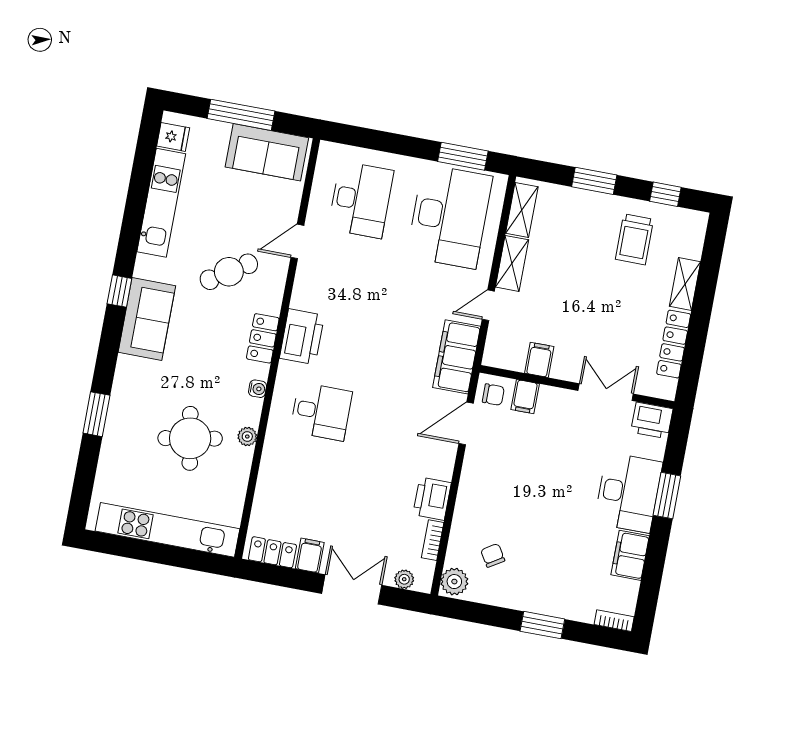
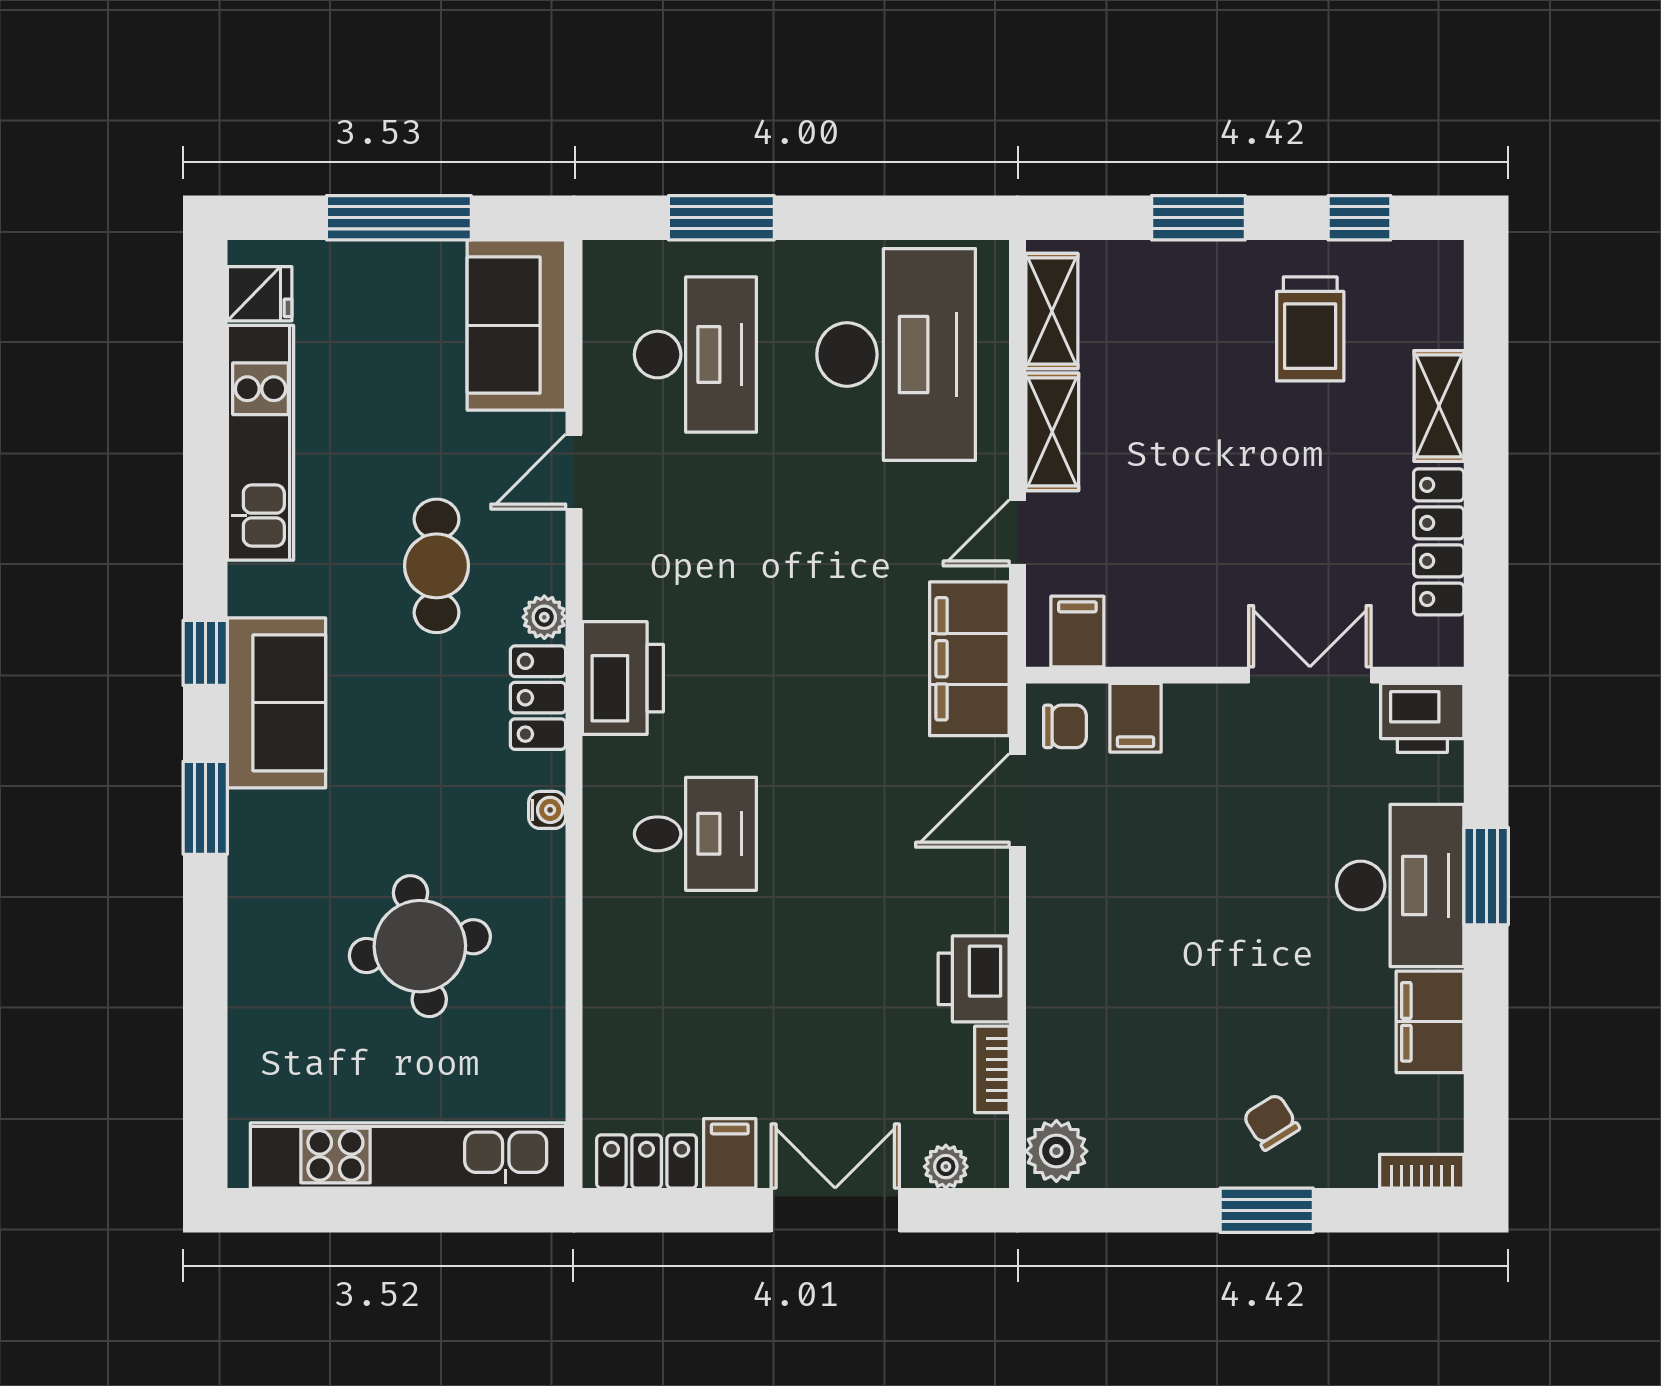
sofa: (267, 152) -> (516, 325), moved, turned 90
window: (463, 156) -> (721, 218), moved
cafe table: (229, 272) -> (437, 566), turned -57
filing cabinet: (539, 360) -> (1077, 632), moved
window: (96, 414) -> (205, 808), moved
plant: (247, 436) -> (544, 617), moved
chair: (493, 555) -> (1271, 1122), moved

